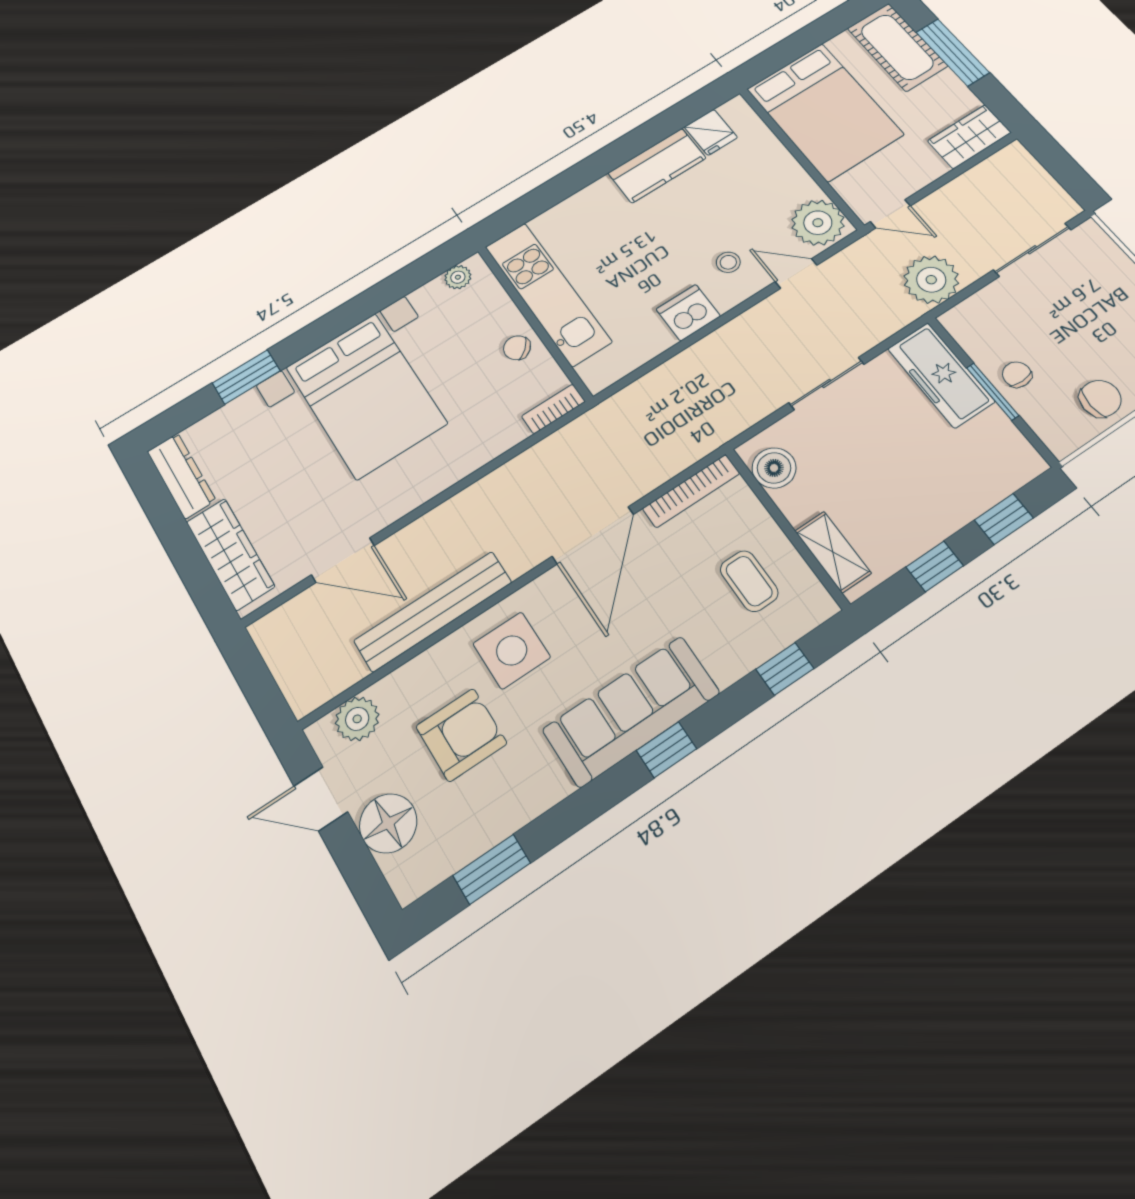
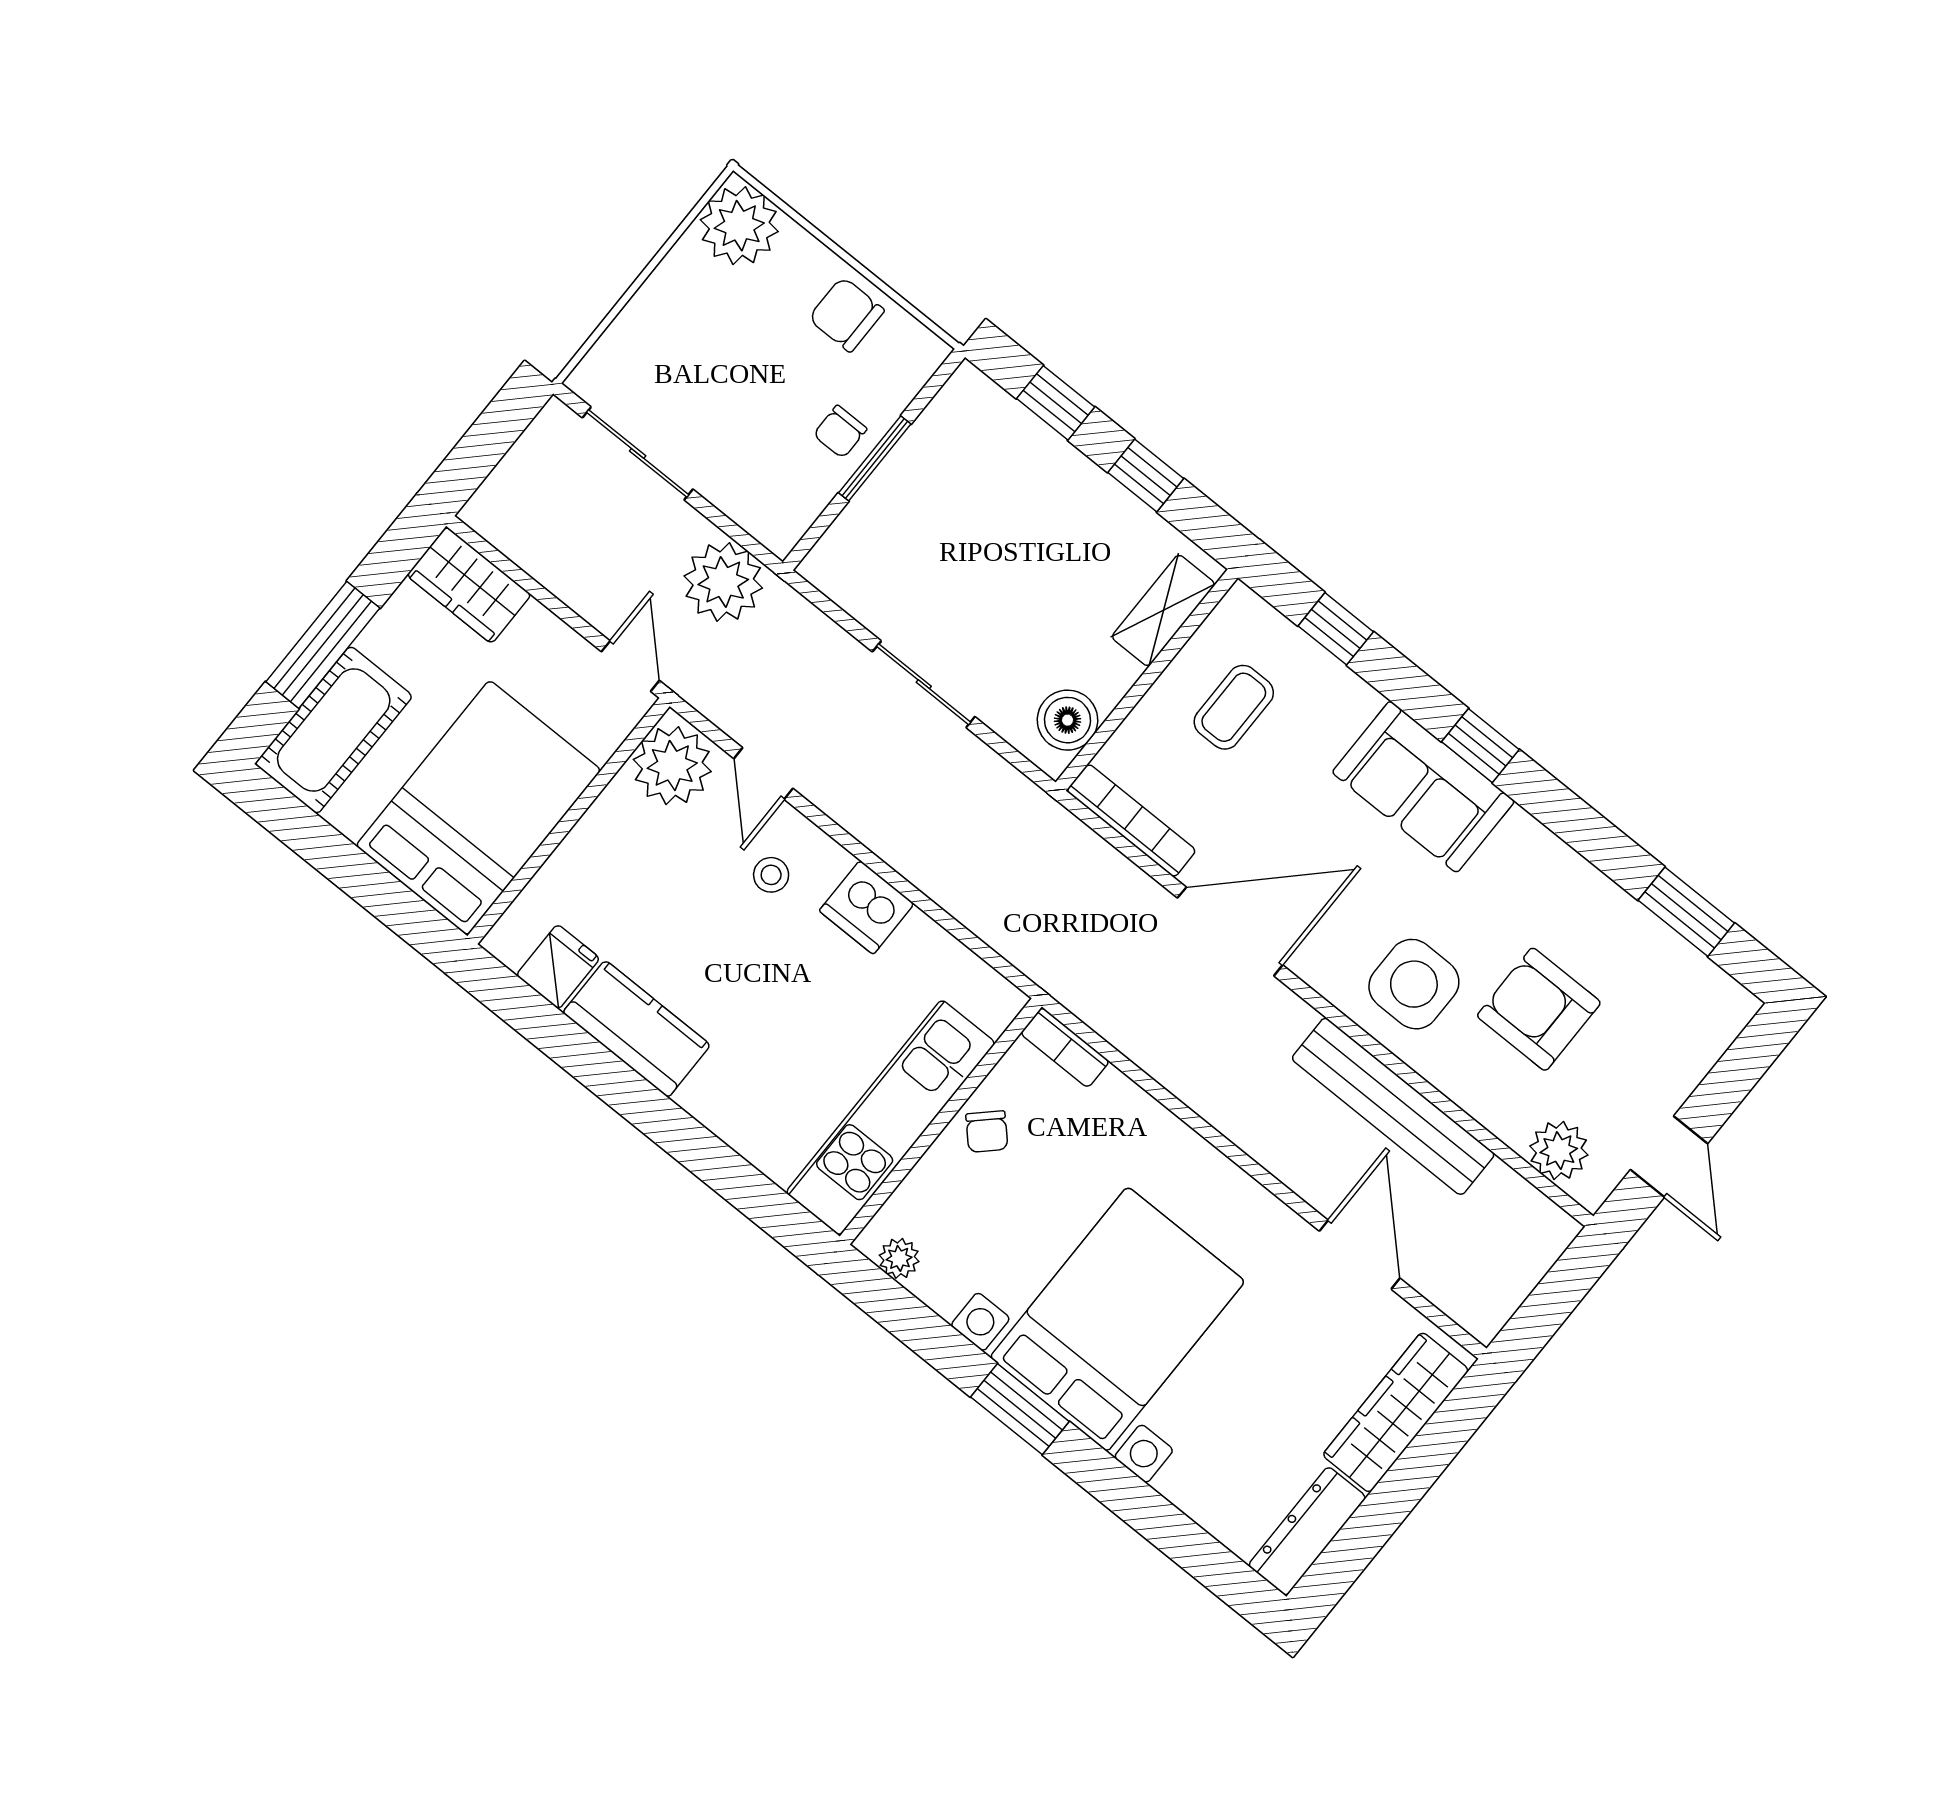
freezer: (941, 375) -> (869, 533), removed
window: (246, 377) -> (1020, 1409), moved
sofa: (631, 711) -> (1423, 787), width x0.73
floor lamp: (388, 823) -> (1672, 1060), removed

